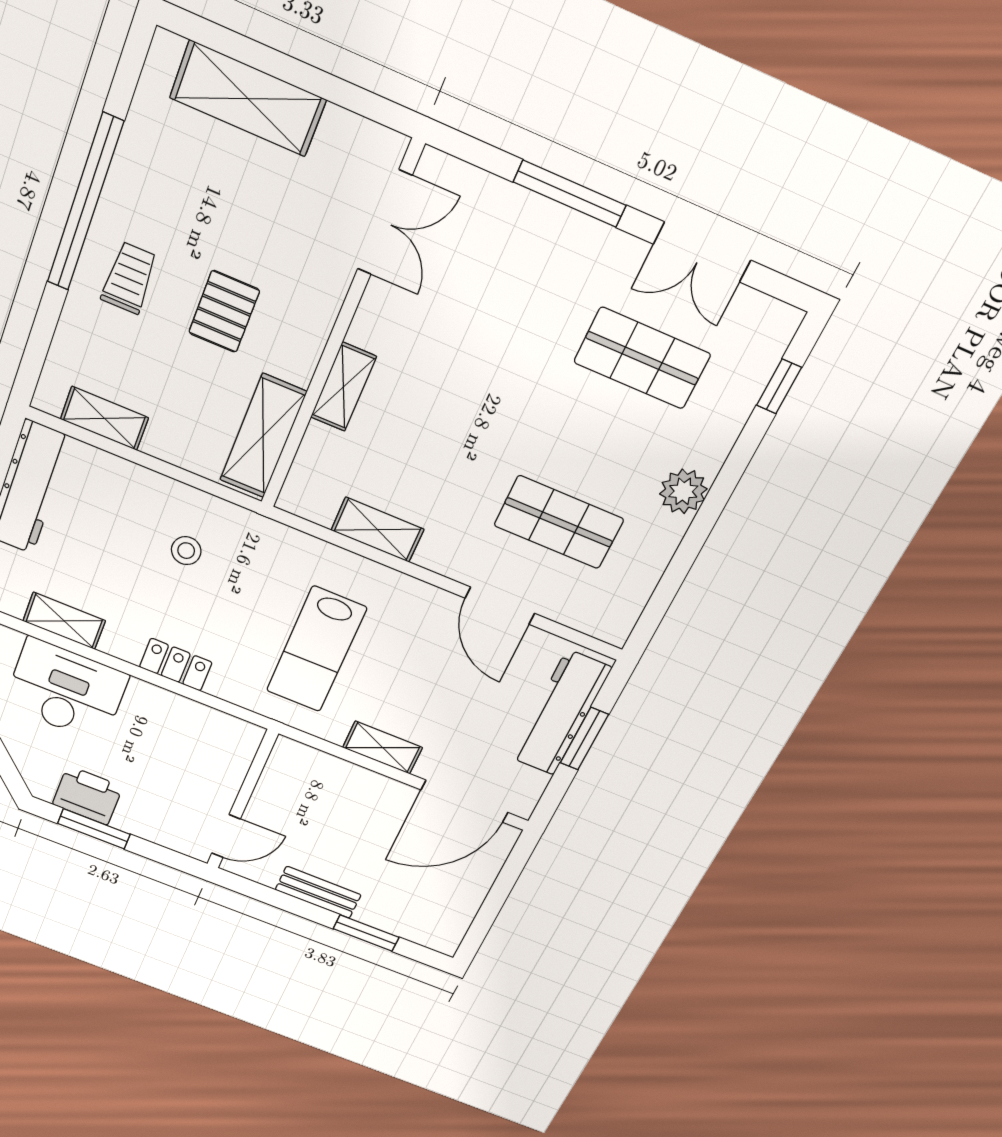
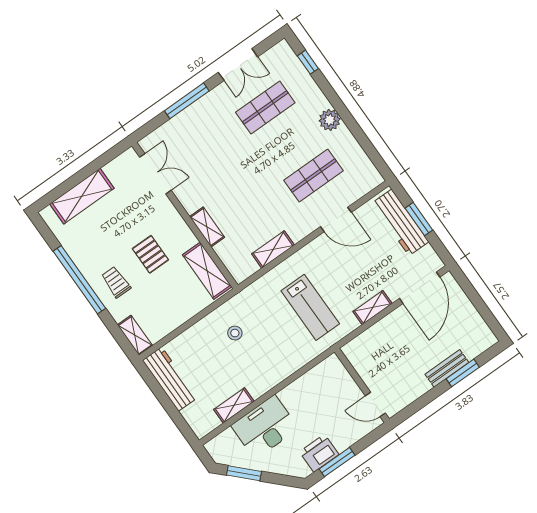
shelving: (104, 418) -> (135, 335), moved, turned 90
locker: (176, 665) -> (281, 371), removed
door: (226, 836) -> (375, 404), swing flipped
bench: (318, 892) -> (447, 368), moved

